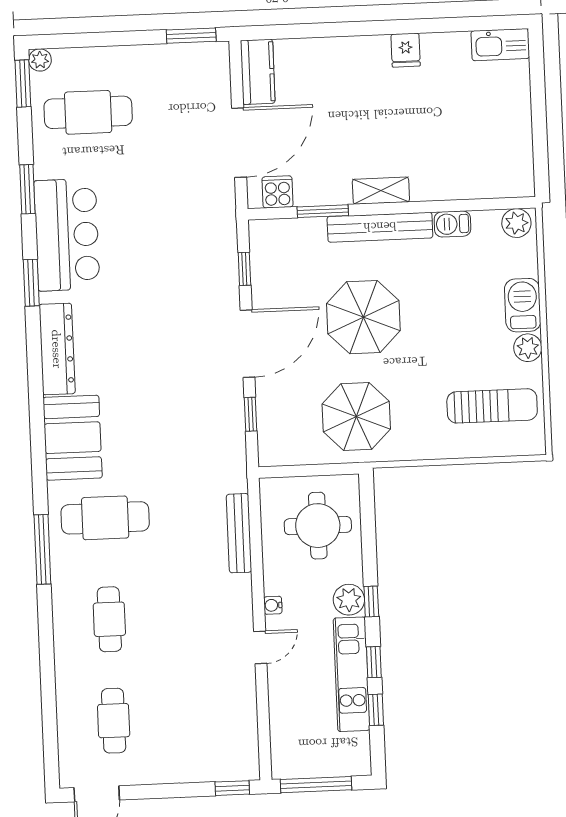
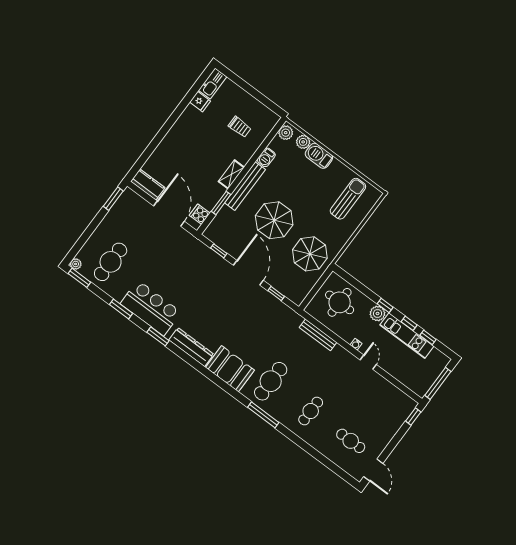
fridge: (406, 50) -> (200, 102), moved
trolley: (467, 143) -> (240, 127), added
plant: (528, 348) -> (303, 142), moved
cafe table: (109, 619) -> (311, 411), turned 90

